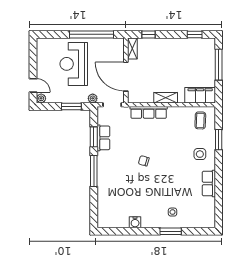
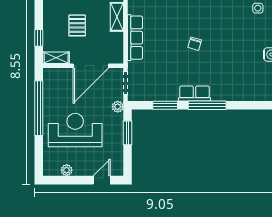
reception desk: (74, 64) -> (75, 130), turned 180
pallet: (159, 65) -> (77, 25), added
plant: (41, 98) -> (67, 170), moved
row of seats: (103, 138) -> (194, 93), moved

